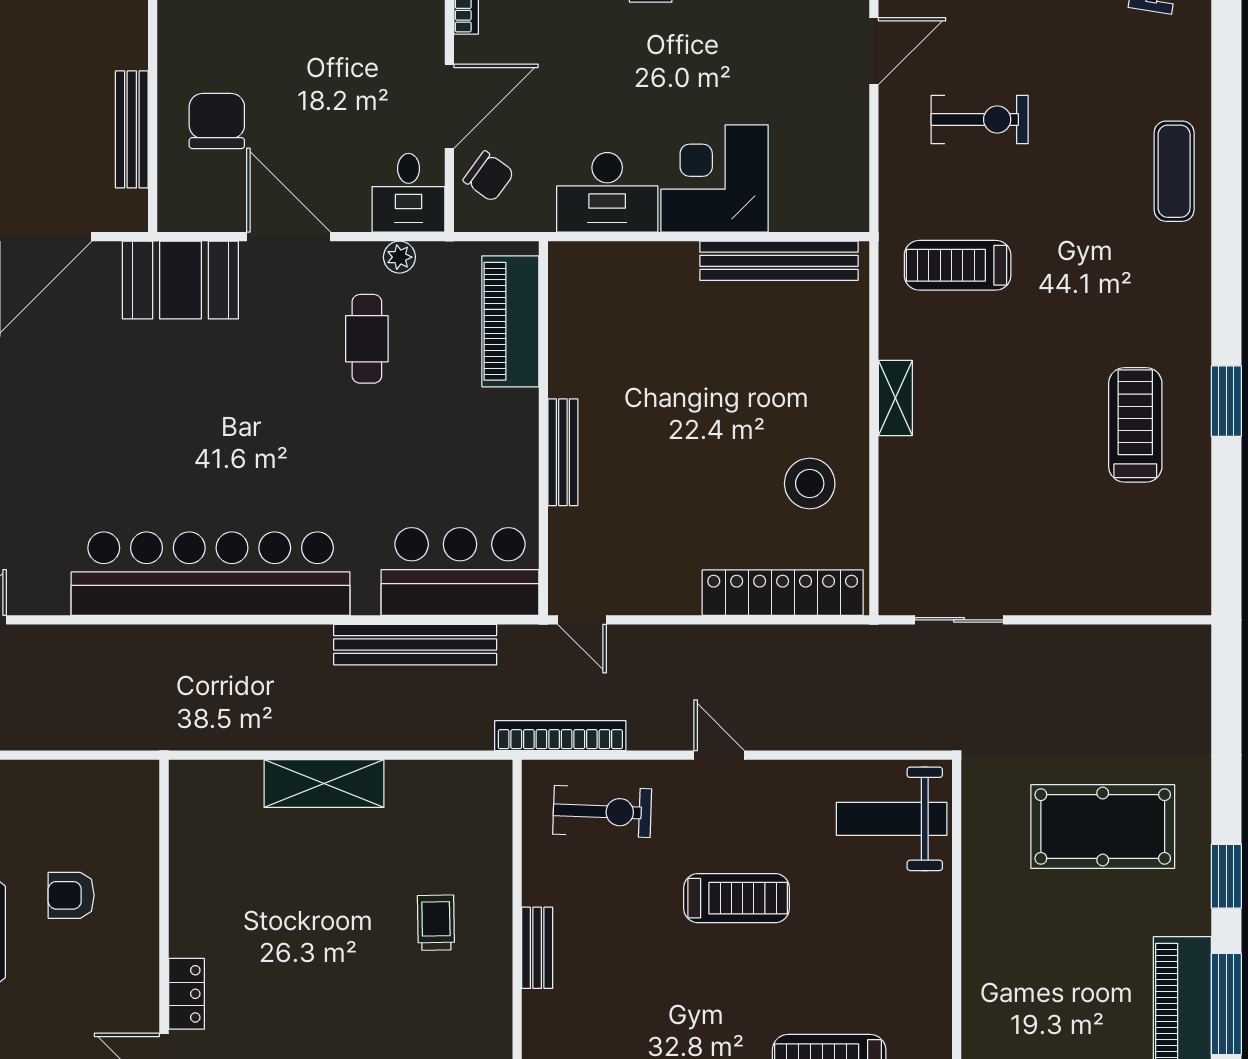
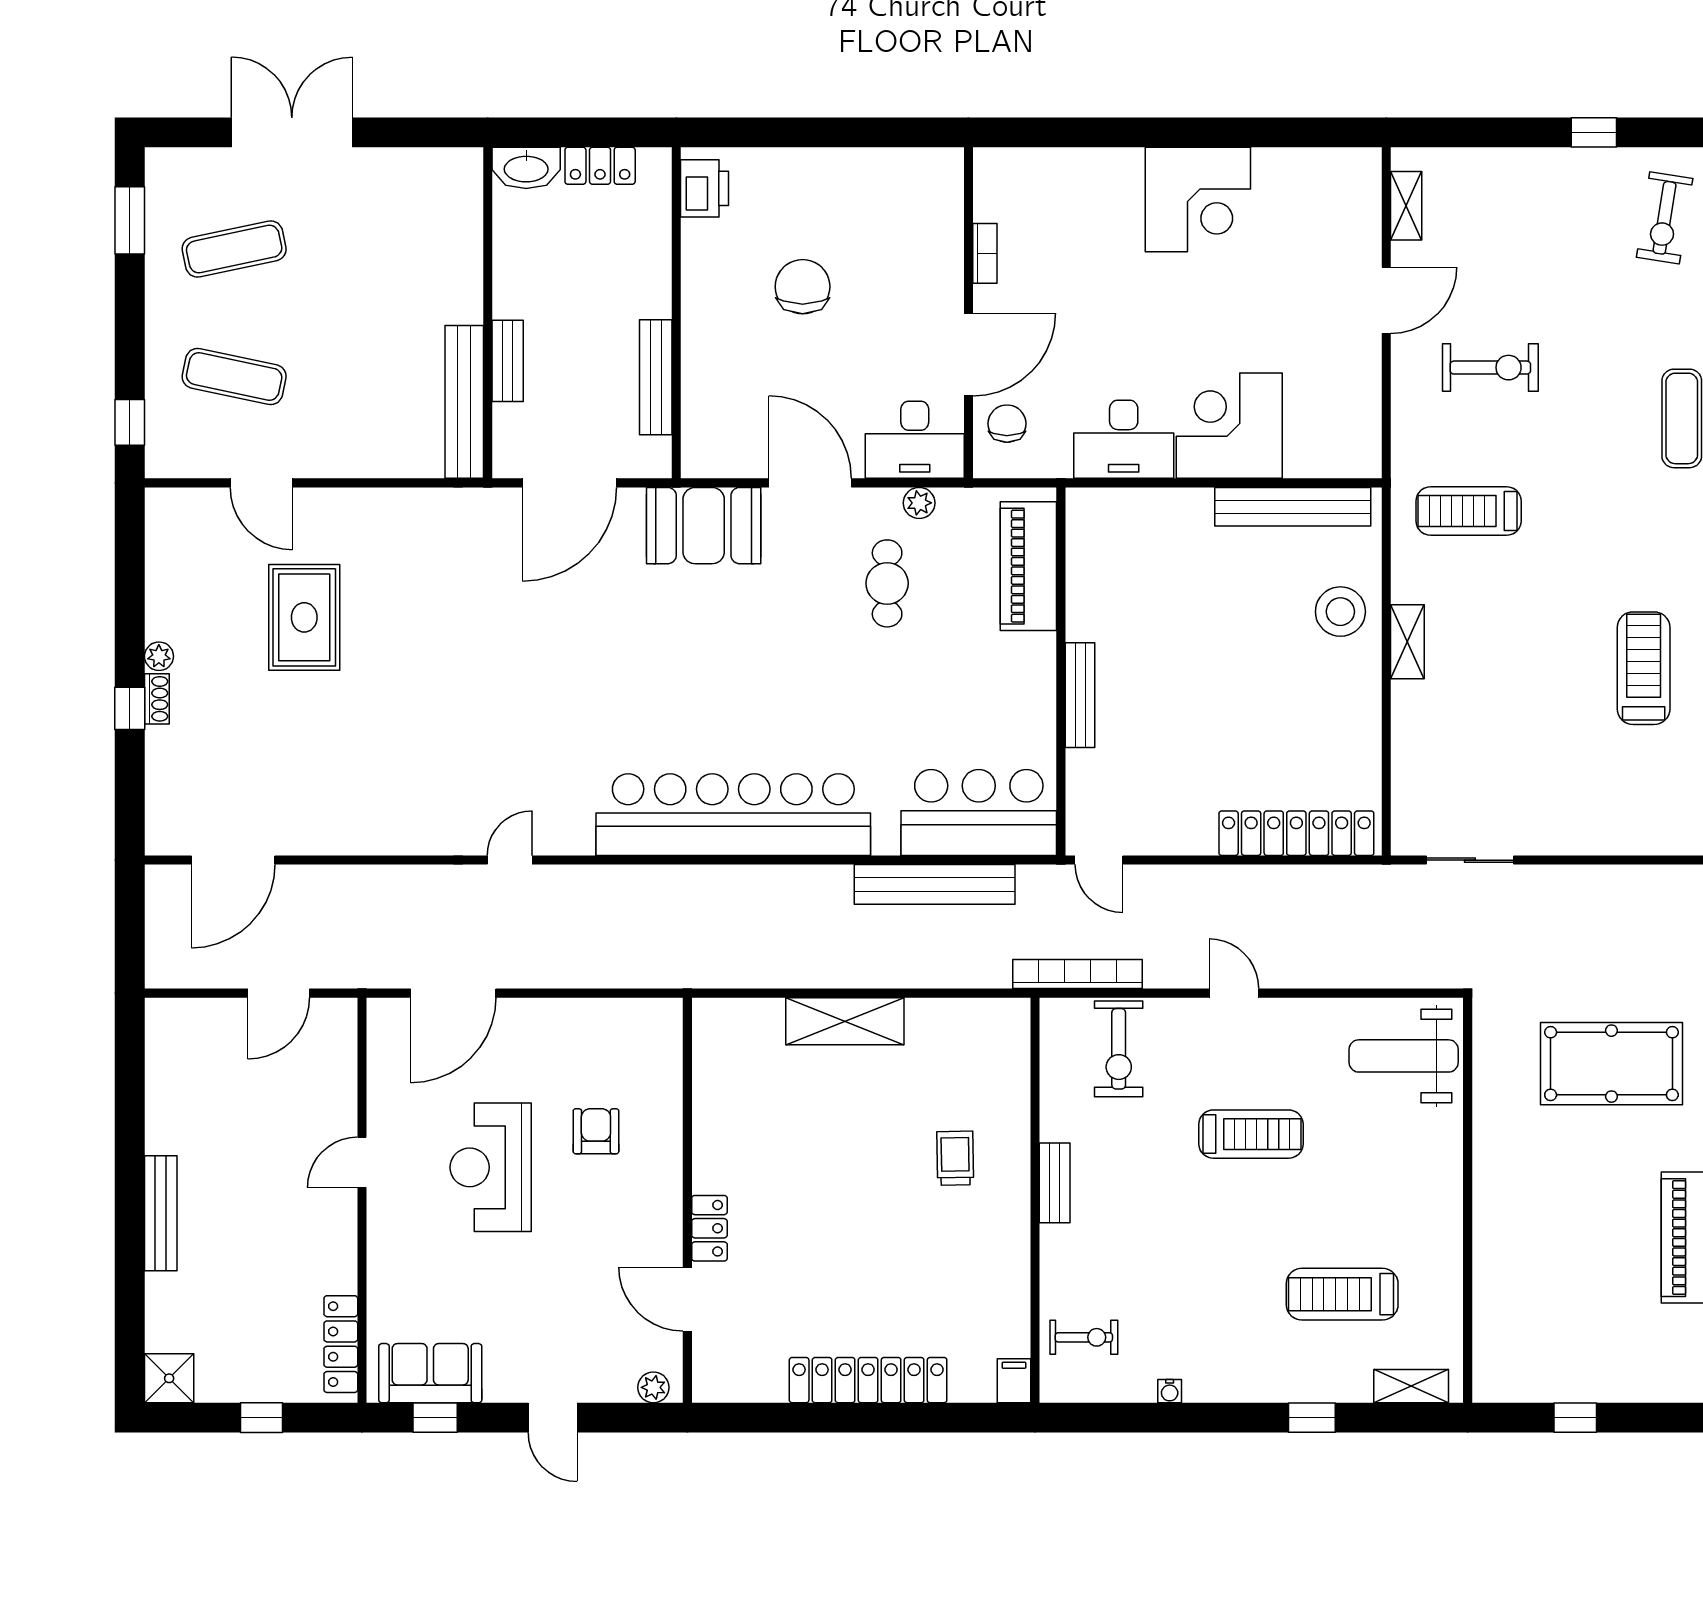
chair: (217, 121) -> (803, 287), moved
chair: (489, 176) -> (1007, 424), turned -126
desk: (409, 193) -> (915, 440), width x1.37
stool: (810, 483) -> (1340, 612), moved
exercise bike: (602, 812) -> (1119, 1049), turned 88
armchair: (71, 895) -> (596, 1131), turned 90

